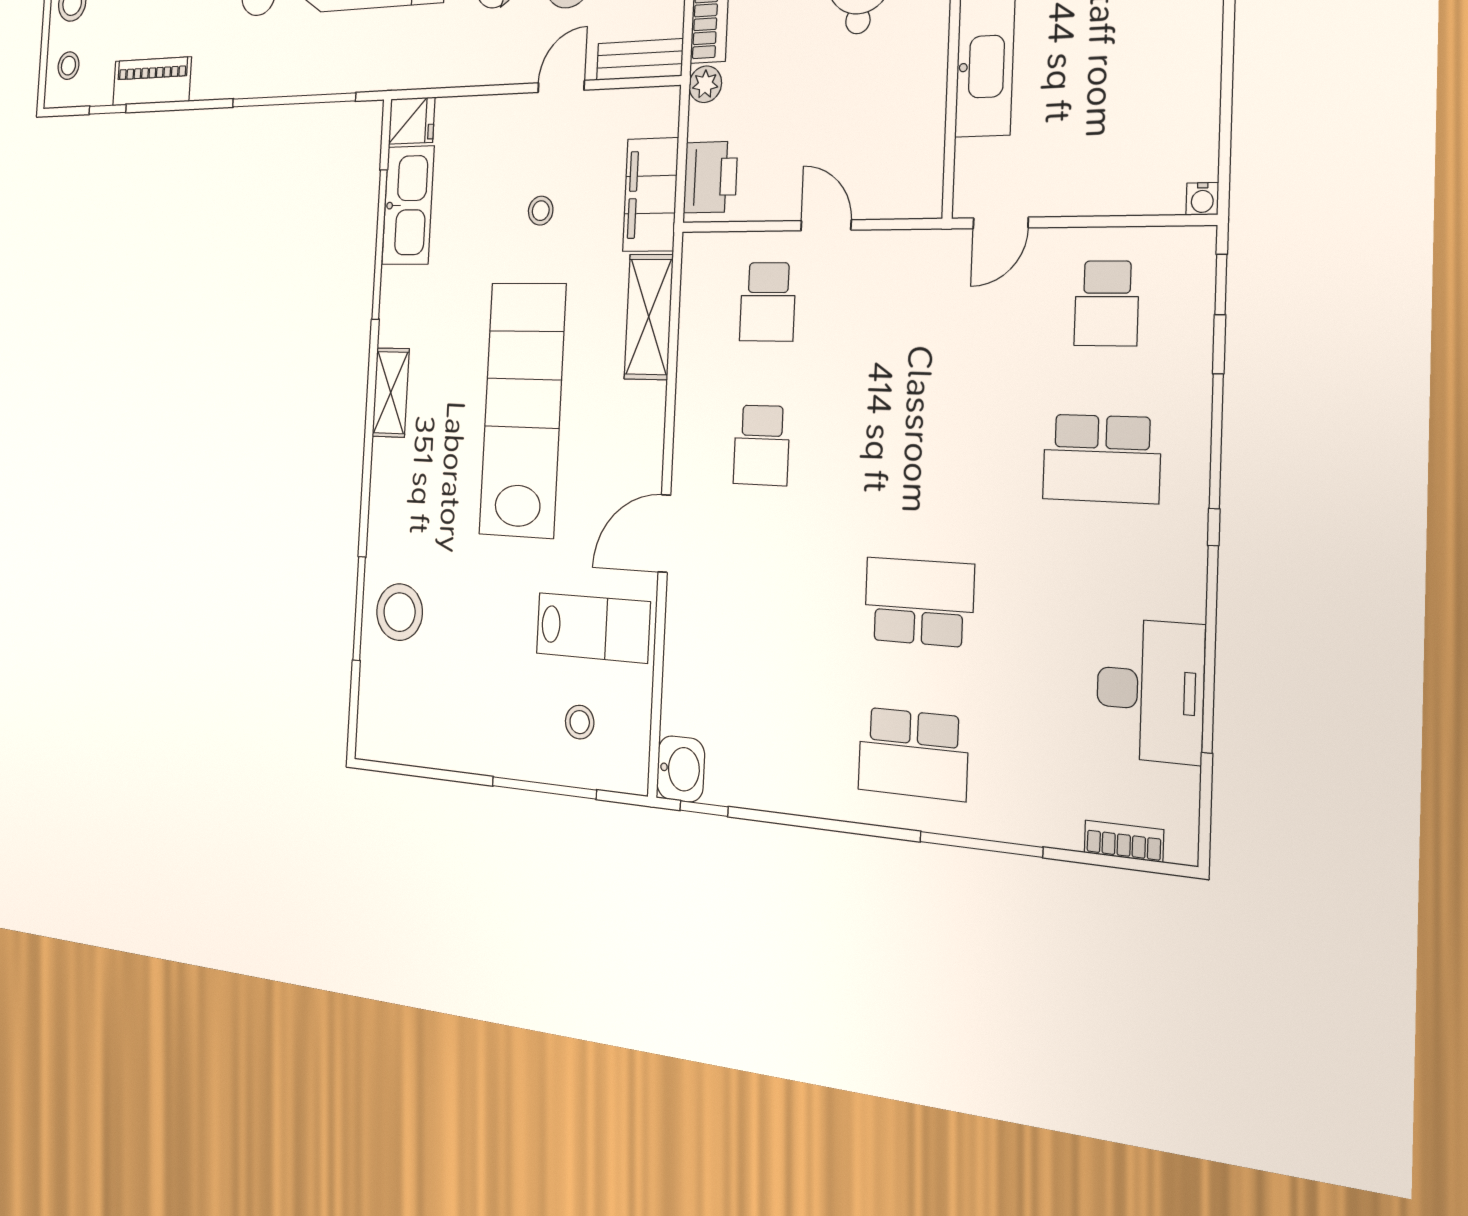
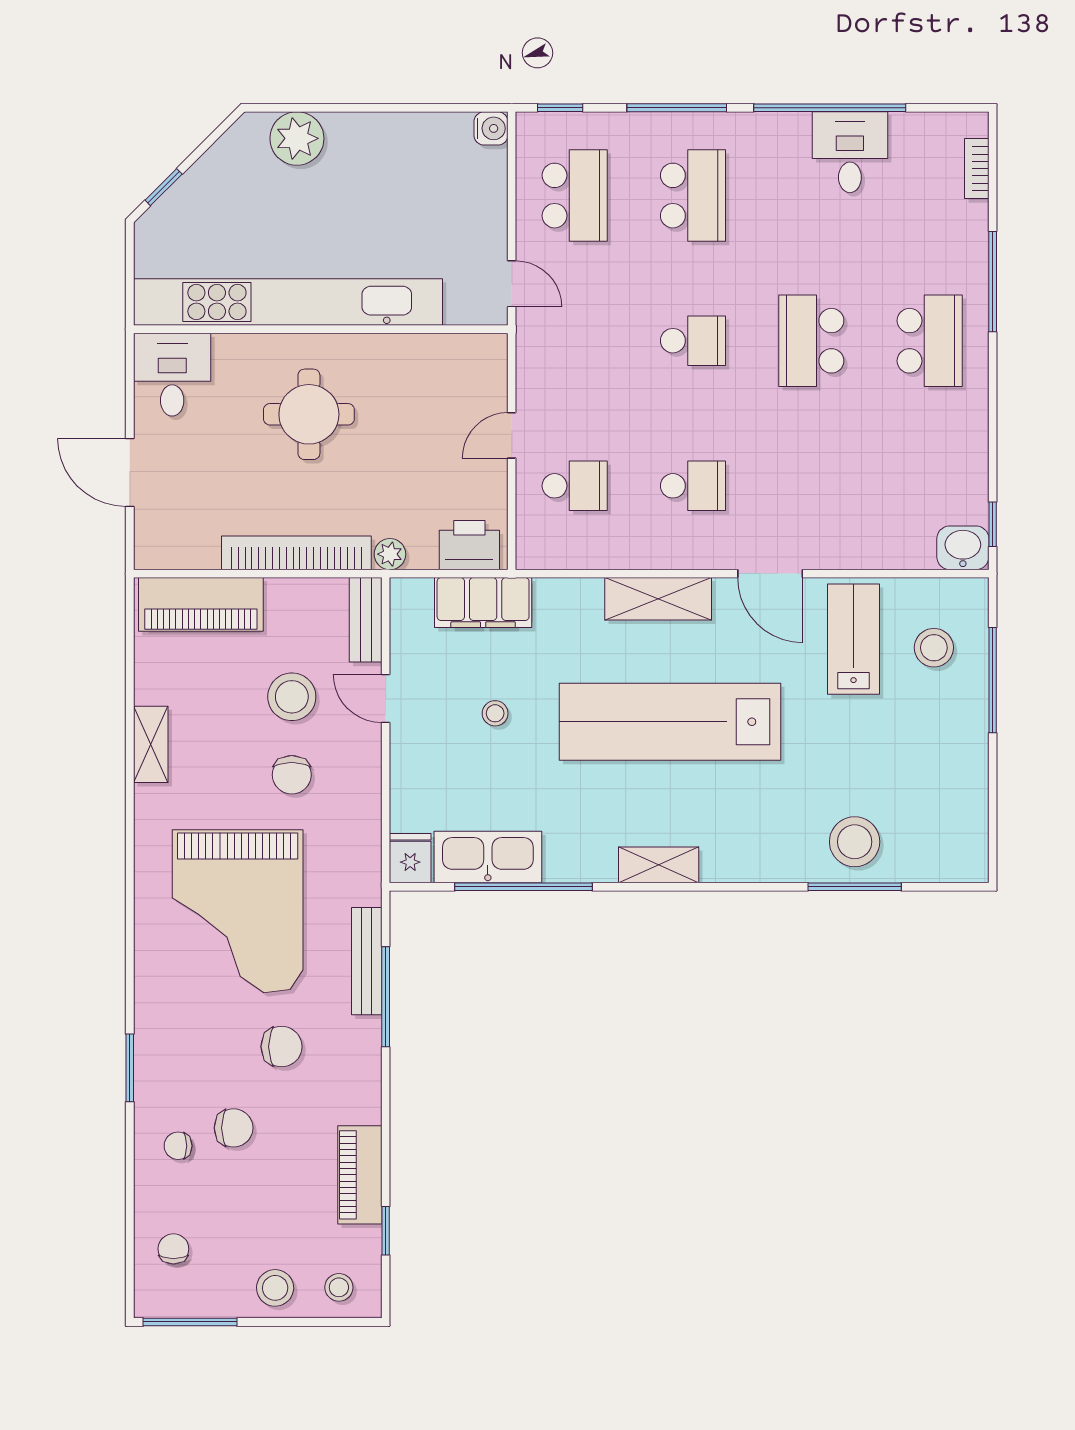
bench: (324, 79) -> (367, 961), added
window: (293, 100) -> (386, 997), width x0.68
water cooler: (1202, 199) -> (491, 128), width x1.38, depth x1.38
school desk: (1107, 303) -> (575, 196), width x1.85
shelving: (649, 317) -> (658, 599), moved
school desk: (925, 452) -> (693, 341), added
desk: (1150, 690) -> (850, 152), width x0.73
stool: (580, 722) -> (934, 648), width x1.37, depth x1.37

